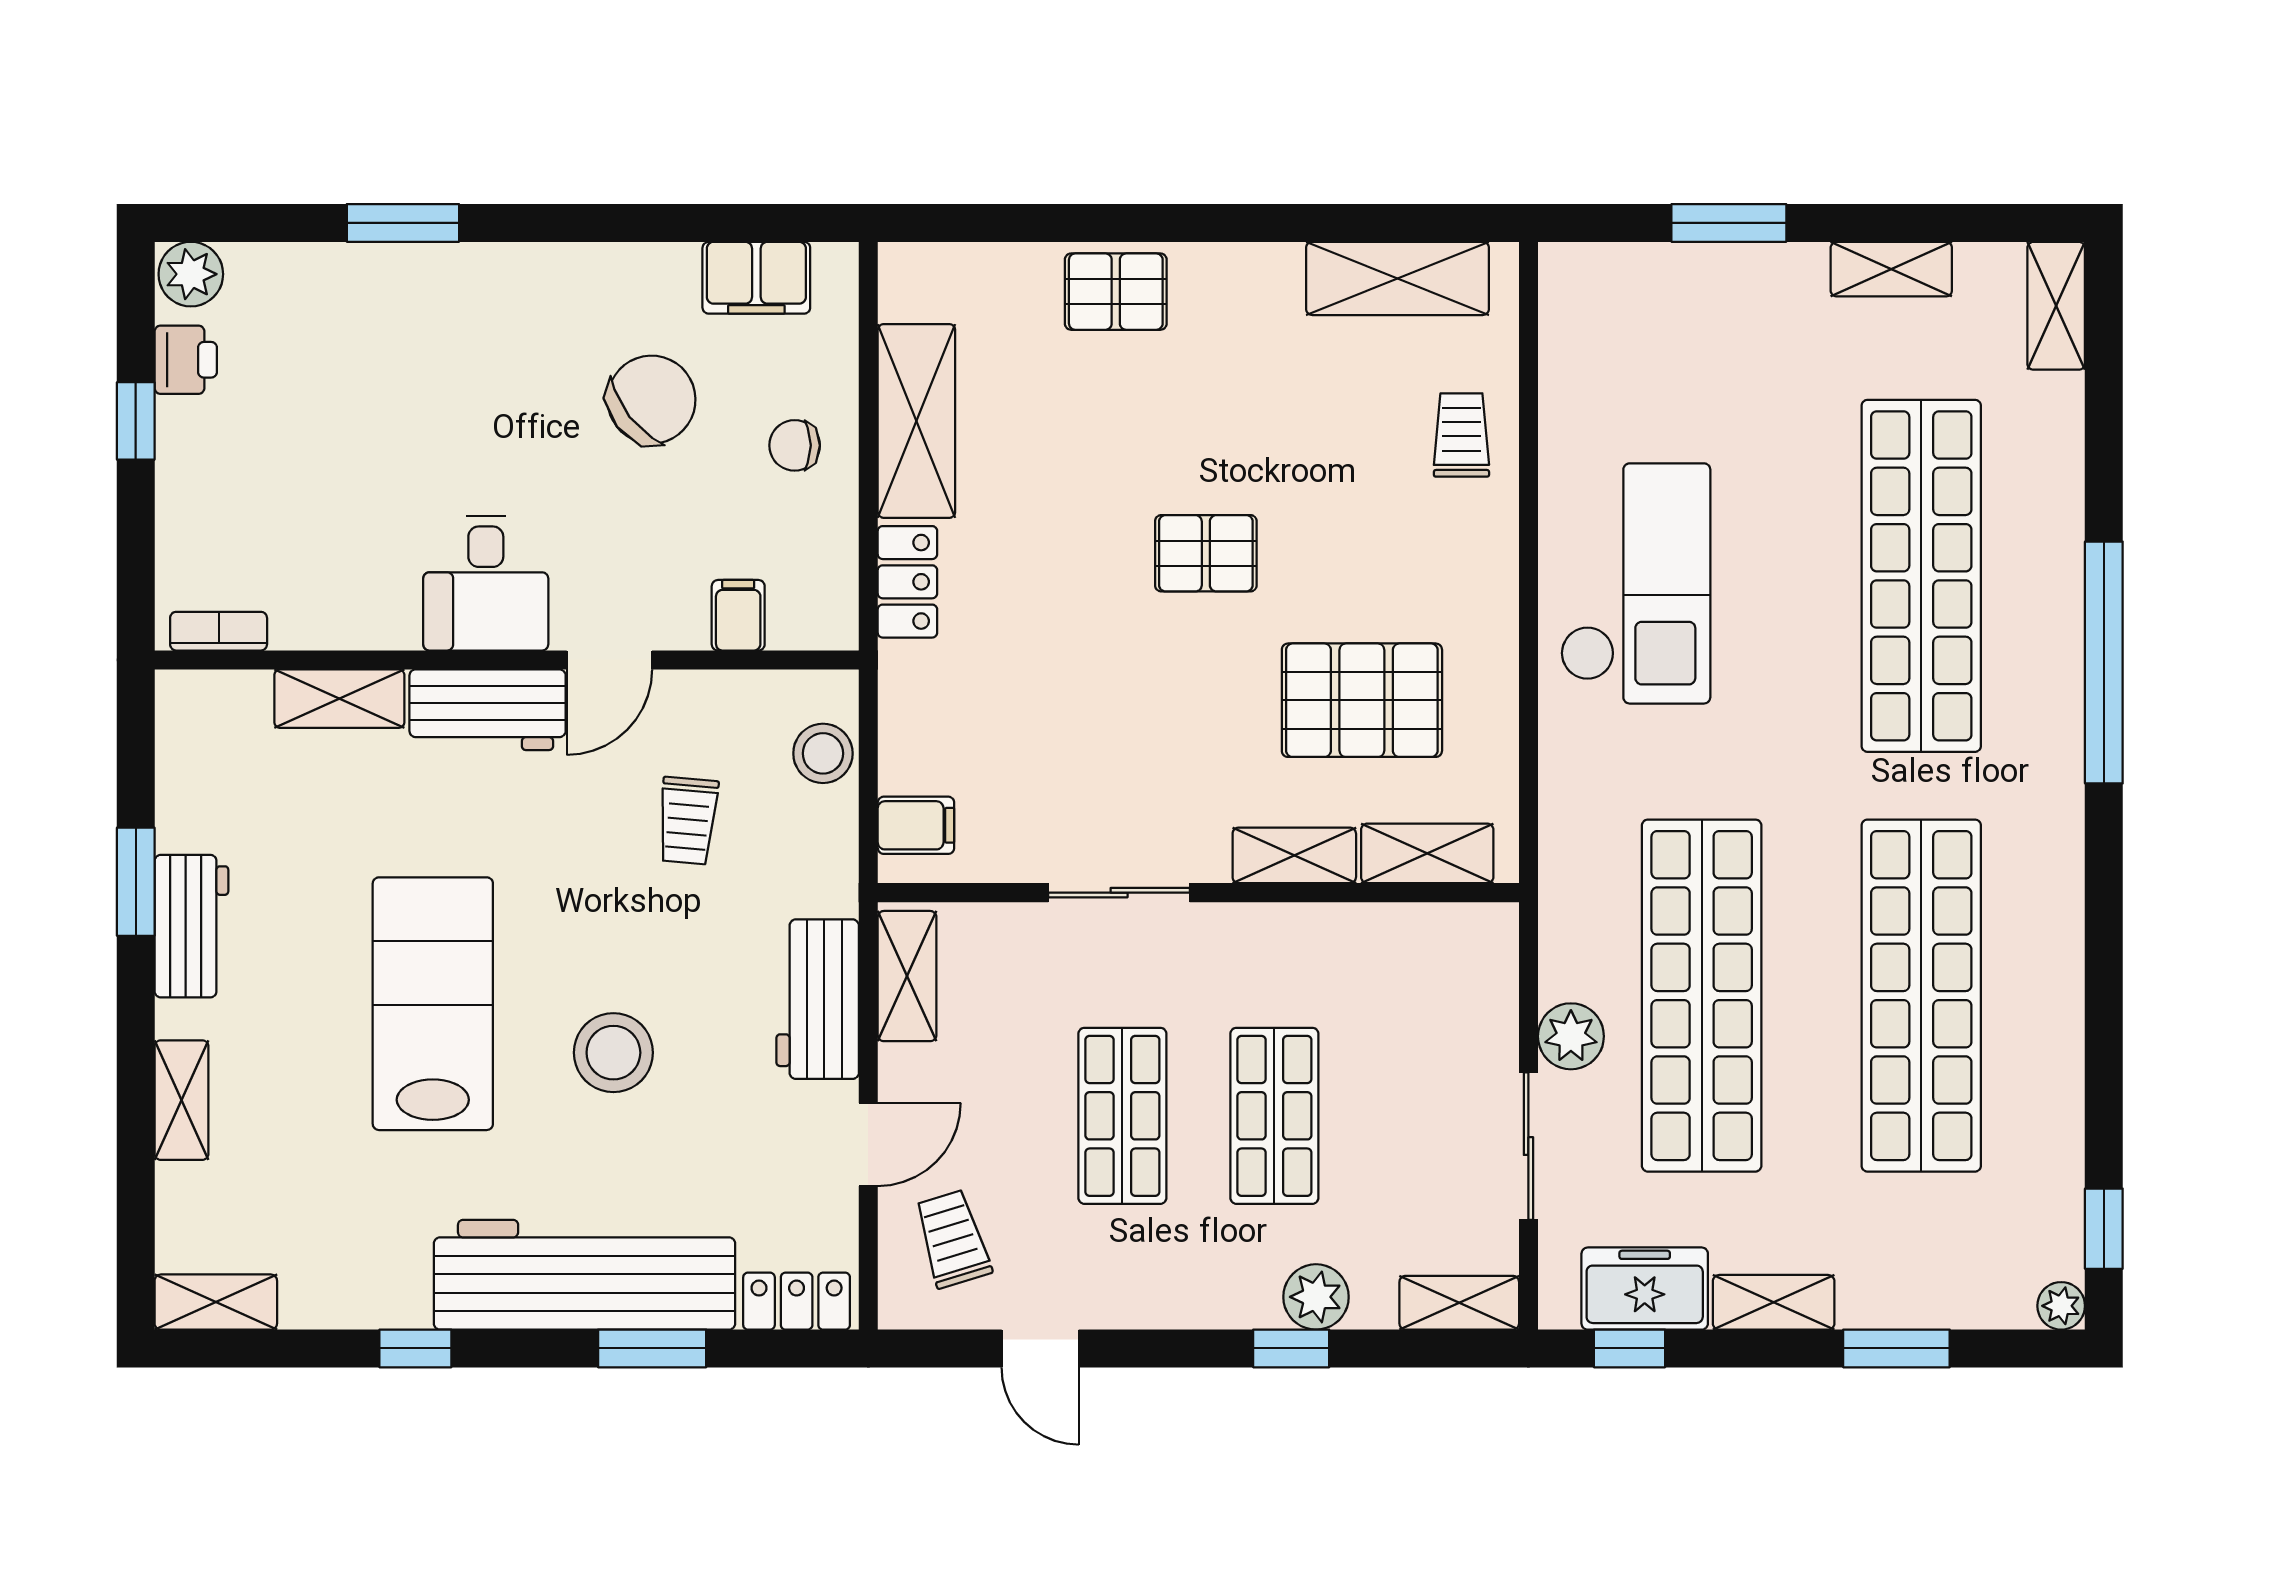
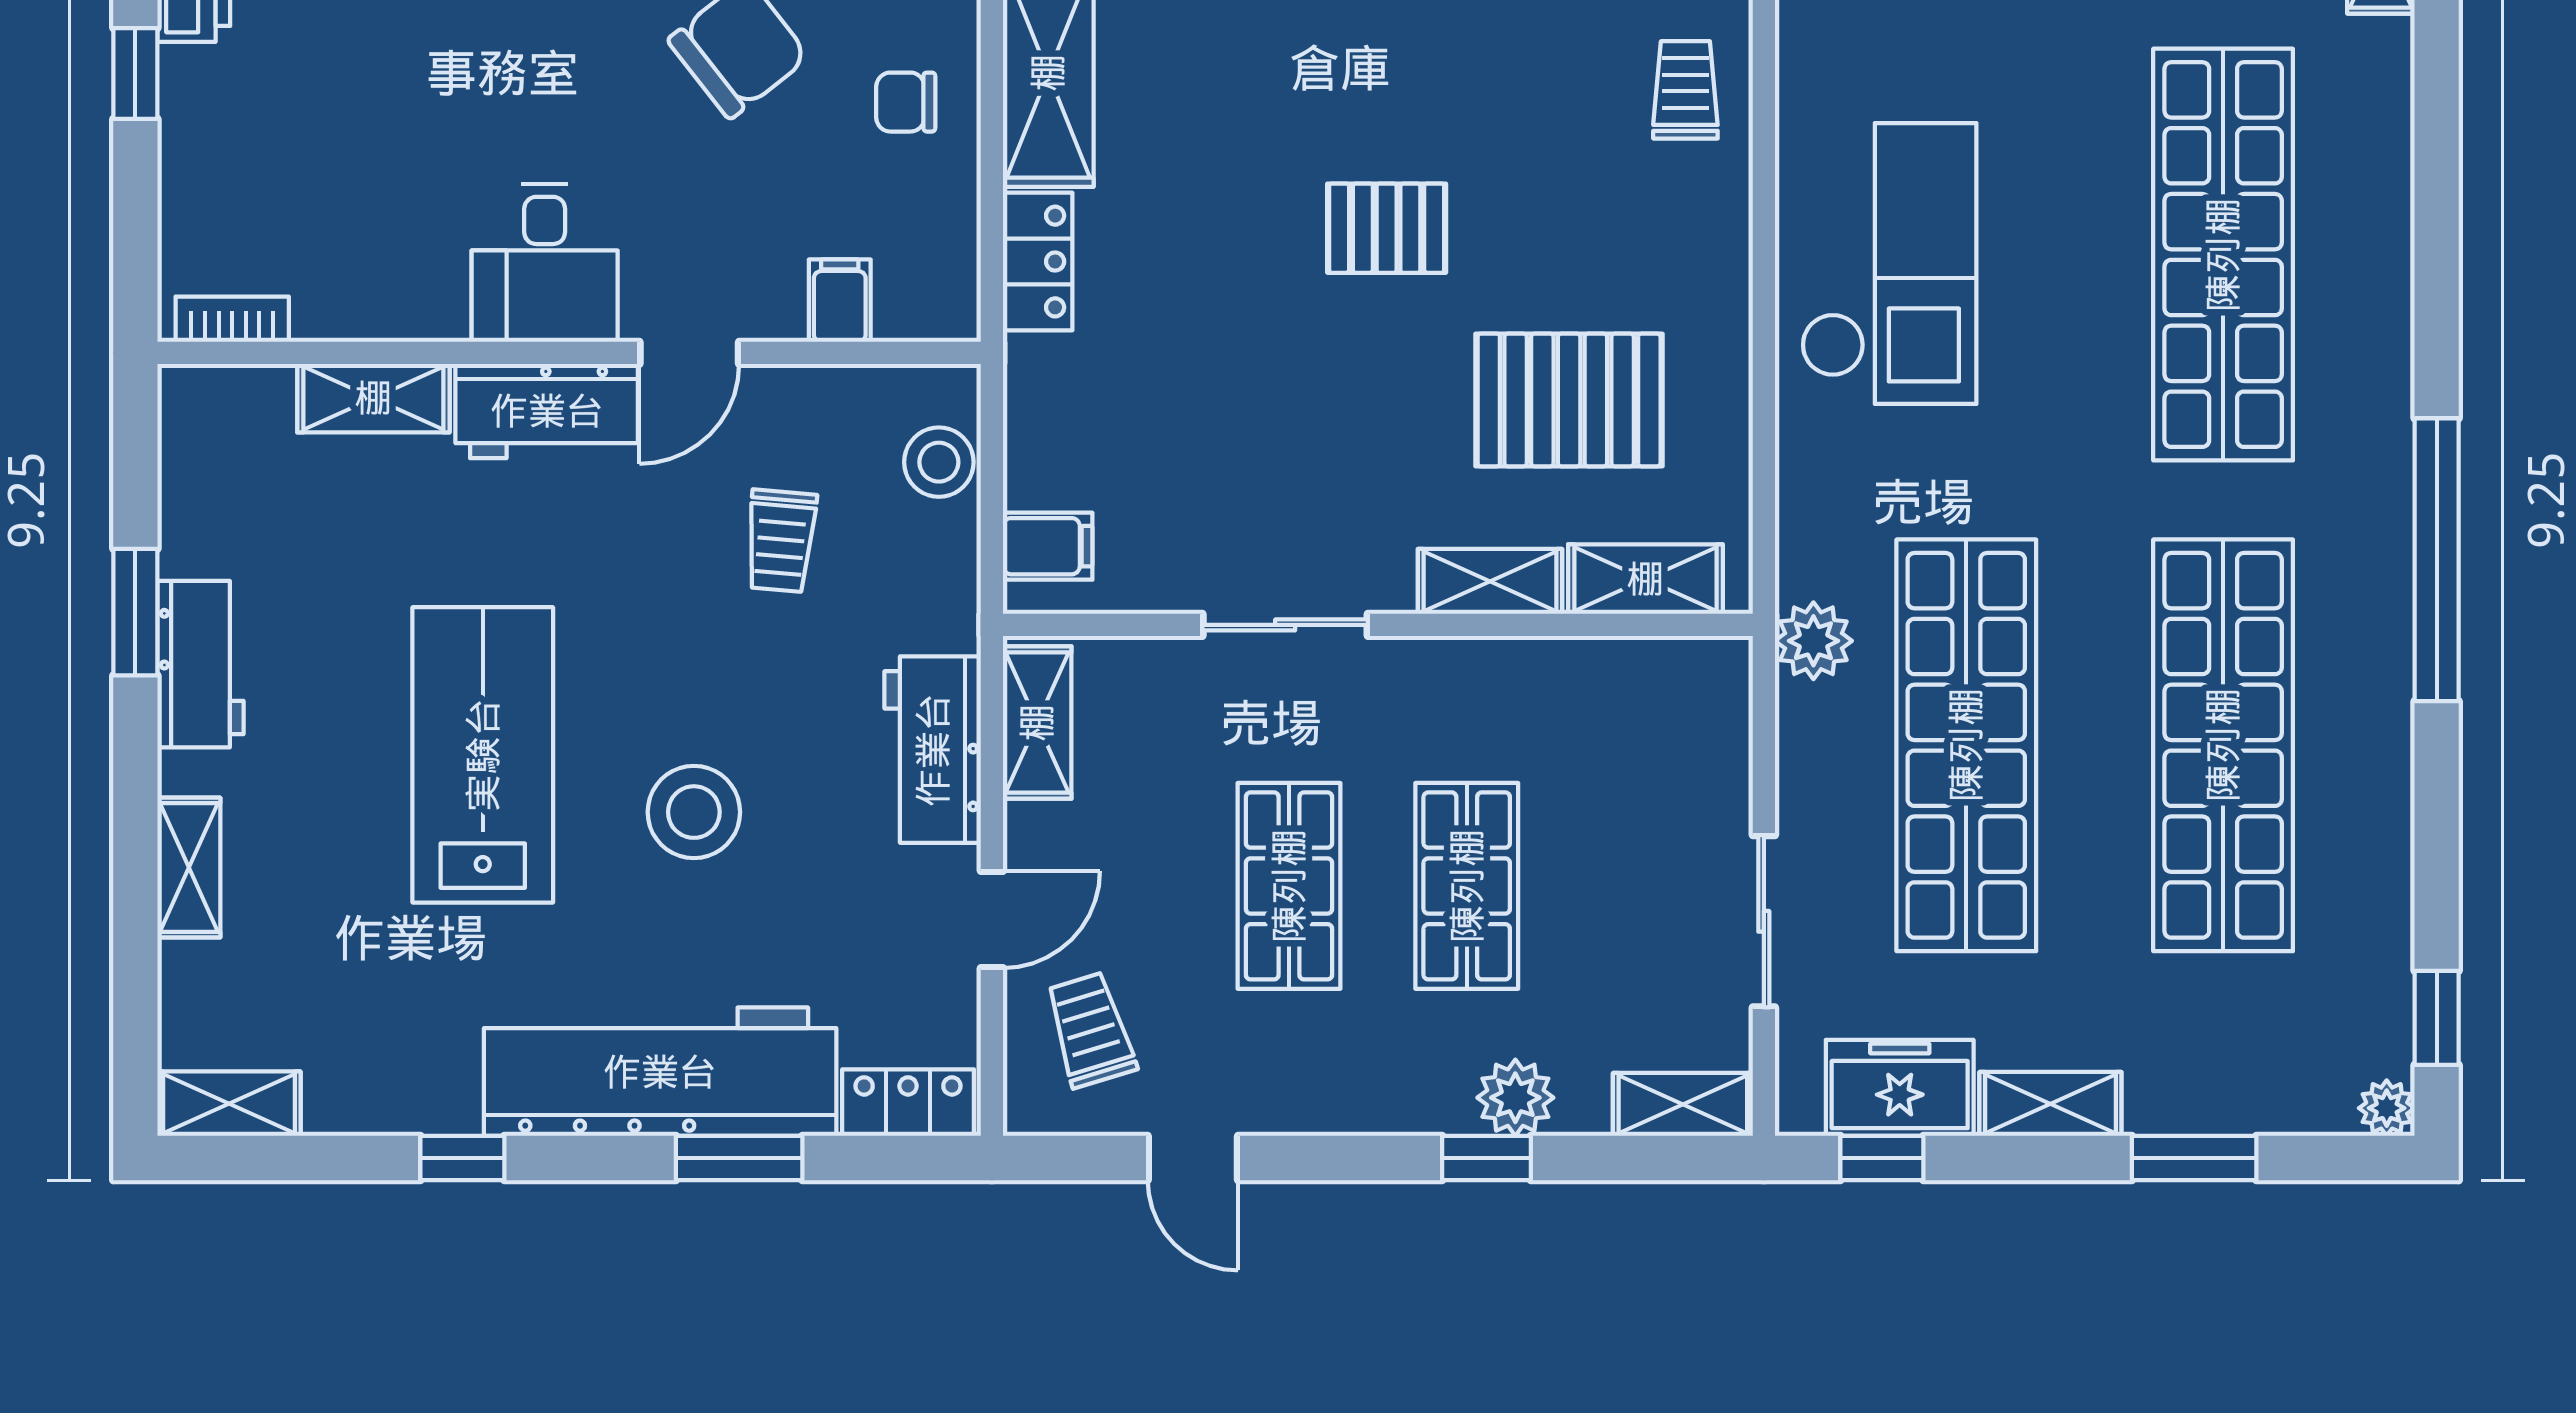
window: (2104, 662) -> (2437, 560), moved
plant: (1571, 1036) -> (1813, 641), moved

